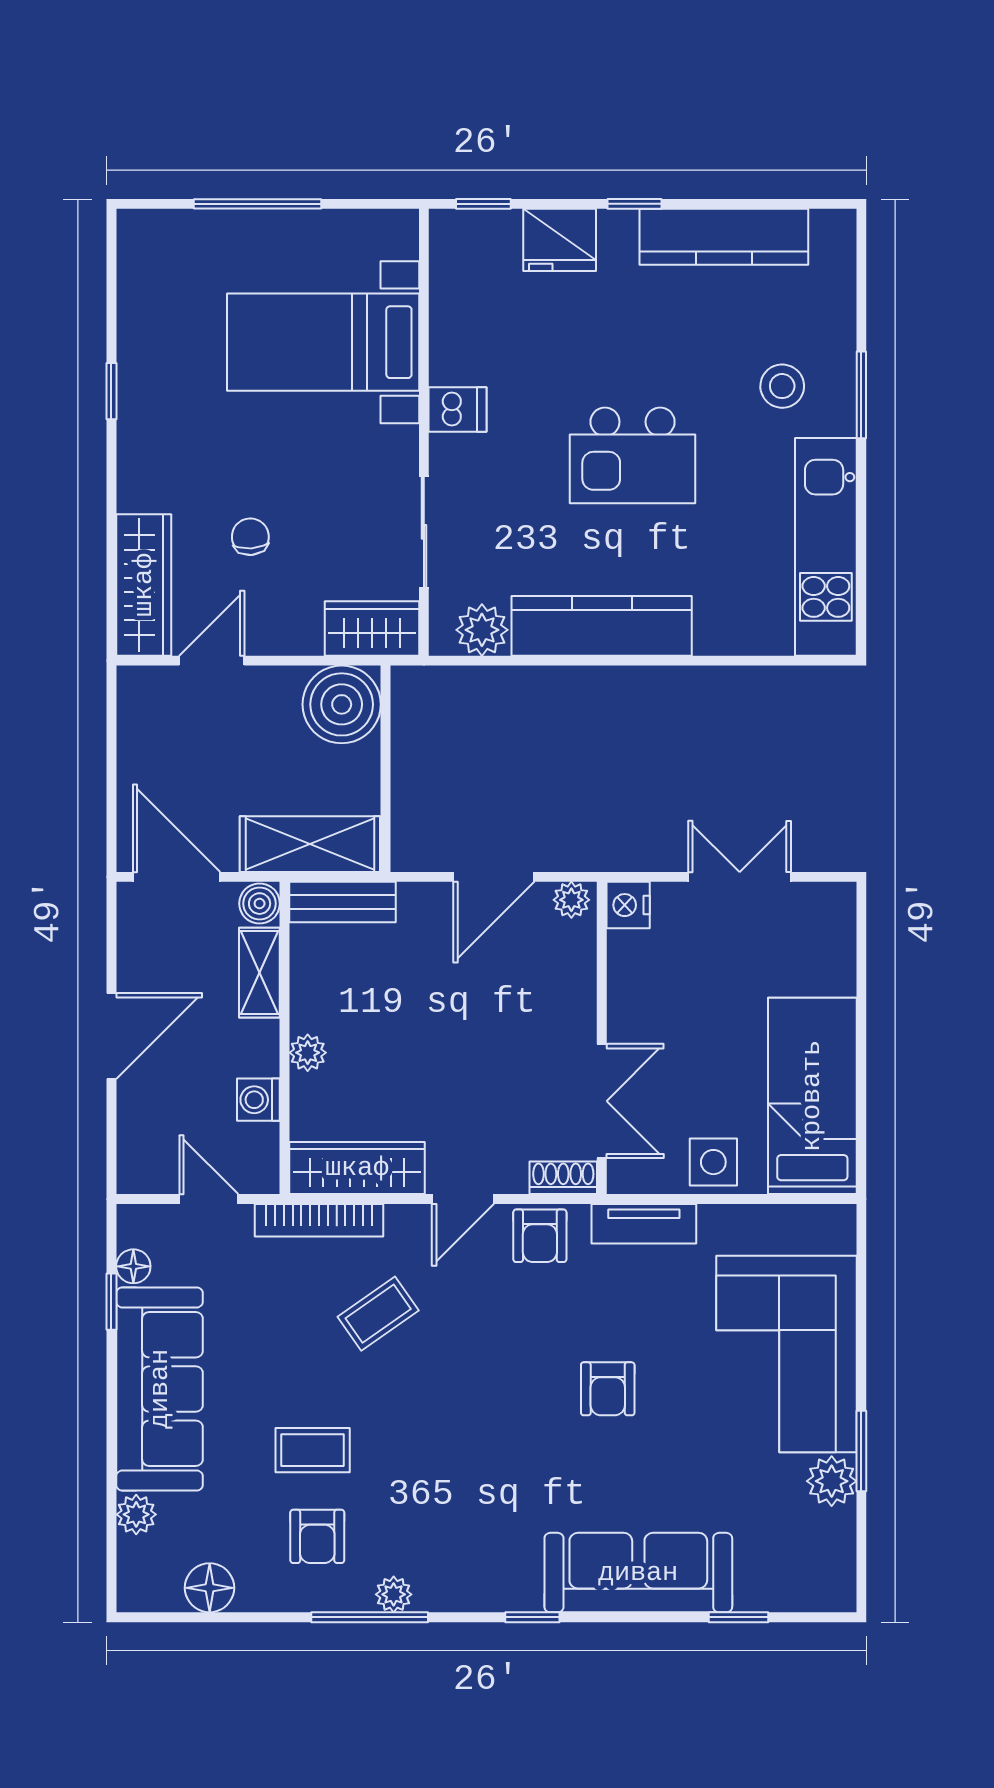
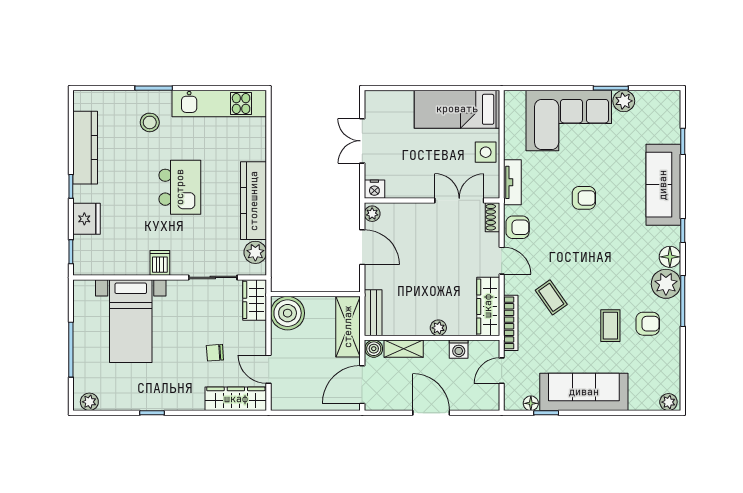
plant: (137, 246) -> (89, 402), added
plant: (136, 1514) -> (668, 402), moved
floor lamp: (210, 1588) -> (670, 257), moved
plant: (394, 1594) -> (666, 284), width x1.87, depth x1.87

